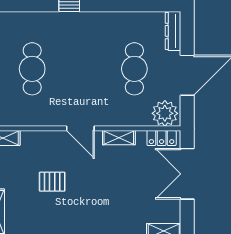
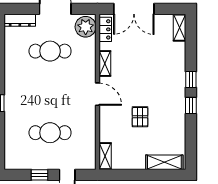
door: (80, 128) -> (98, 94), hinge flipped

